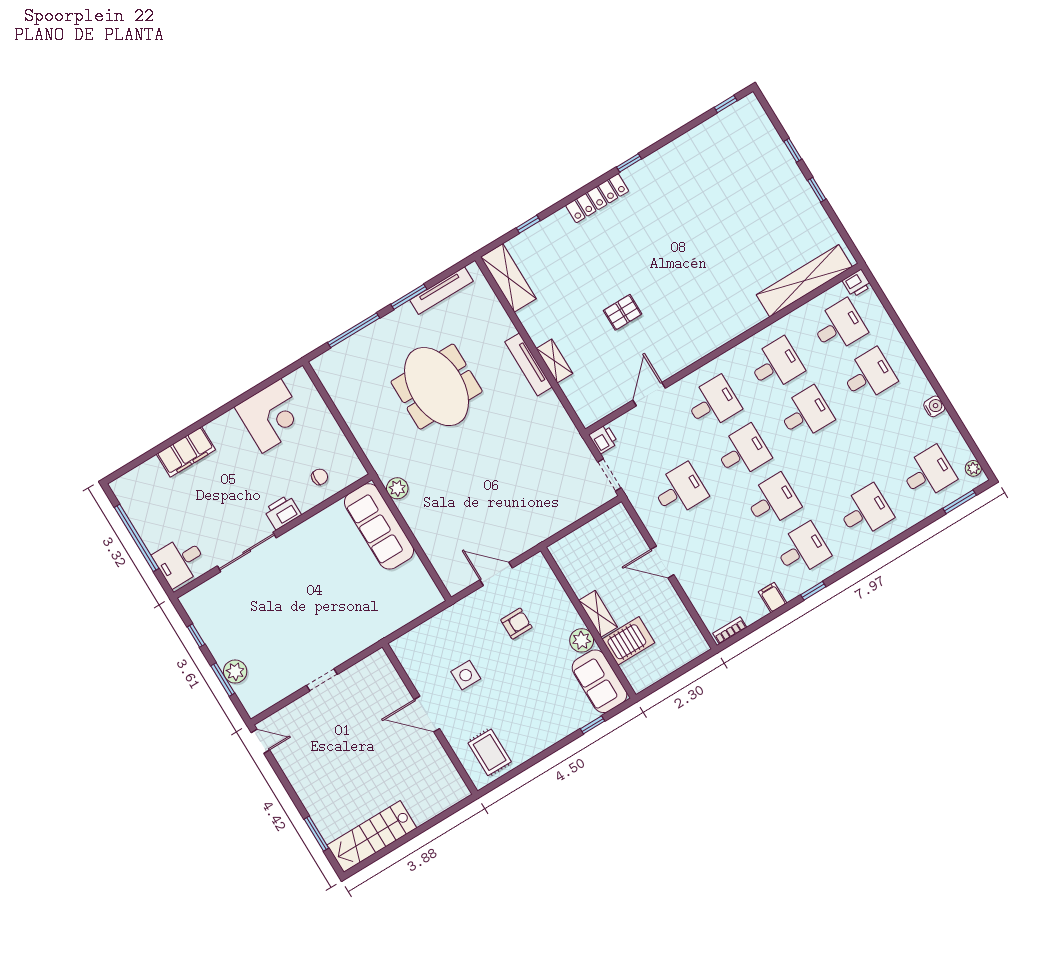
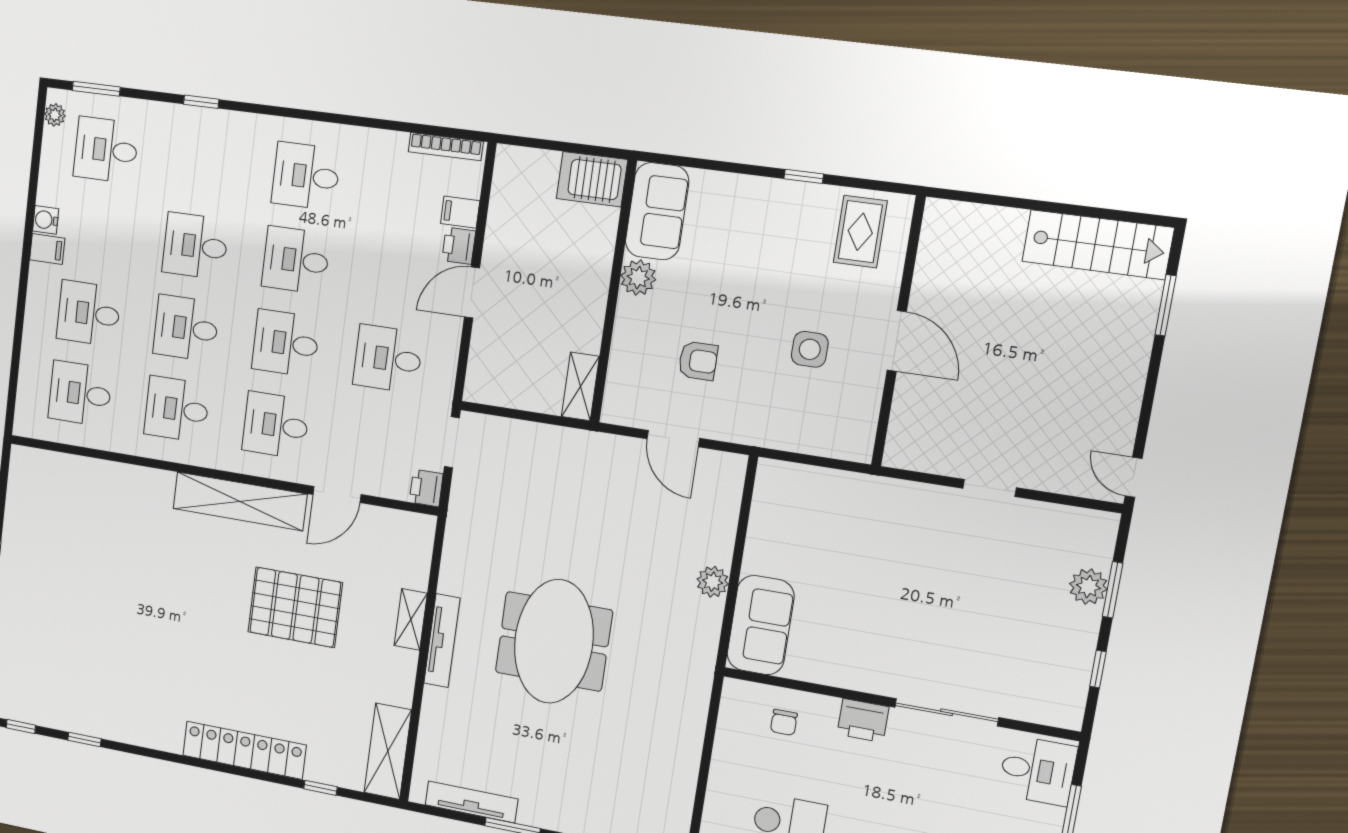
window: (629, 163) -> (84, 739), moved
locker: (597, 198) -> (244, 750), width x1.41, depth x1.21
shelving: (804, 281) -> (240, 501), moved
printer: (857, 283) -> (459, 246), moved, turned -90
pallet: (623, 312) -> (295, 607), width x2.05, depth x2.00
meeting table: (437, 387) -> (554, 641), moved
filing cabinet: (921, 391) -> (47, 249), added
chair: (320, 477) -> (784, 722), turned -90
plant: (397, 488) -> (713, 582), moved
desk: (865, 511) -> (195, 246), moved
sofa: (379, 526) -> (761, 625), width x0.73
door: (662, 562) -> (472, 293), swing flipped
window: (813, 591) -> (201, 102), moved
filing cabinet: (773, 597) -> (460, 212), moved, turned 90
shelving: (598, 614) -> (580, 386), moved
armchair: (516, 624) -> (698, 361), turned 180
bookcase: (730, 630) -> (446, 147), width x1.56
server rack: (628, 641) -> (592, 179), moved
window: (593, 725) -> (804, 176), moved

